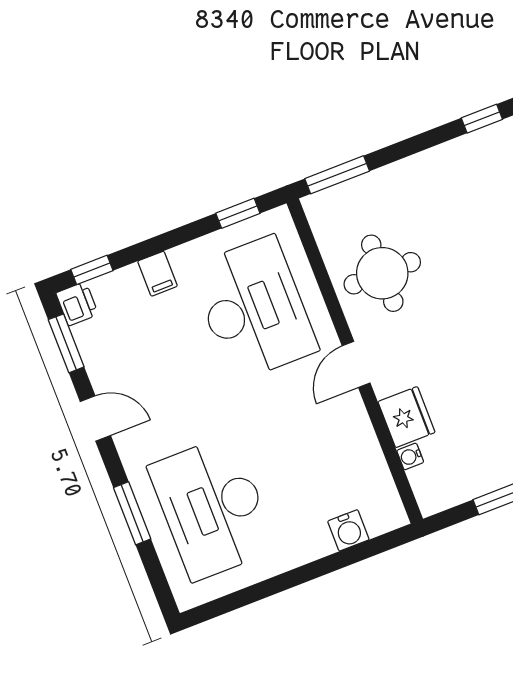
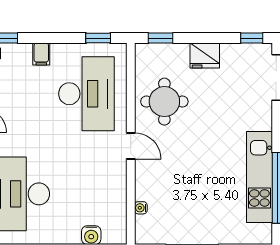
window: (337, 175) -> (161, 38), width x0.67
door: (356, 364) -> (131, 146), swing flipped
fridge: (407, 417) -> (205, 55), moved, turned 90

